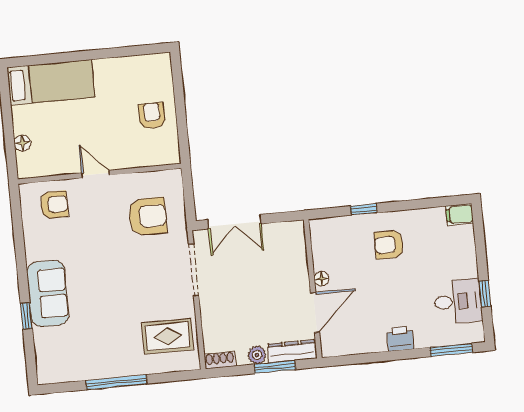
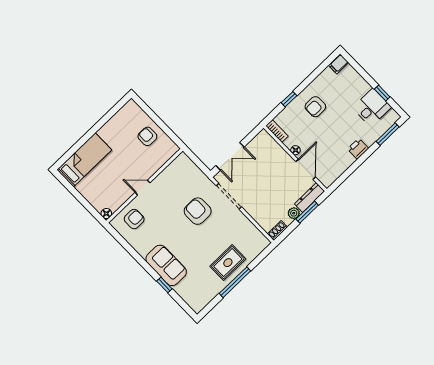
floor lamp: (22, 143) -> (106, 214), moved
armchair: (148, 216) -> (198, 211), moved, turned -90
bookcase: (317, 237) -> (277, 131), added
rug: (168, 336) -> (228, 263), moved

